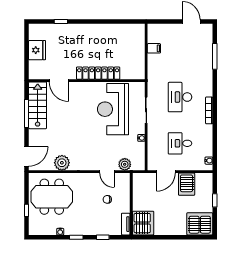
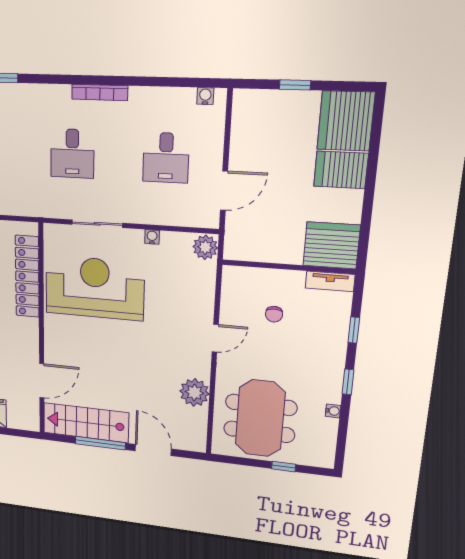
locker: (98, 73) -> (27, 277), moved
desk: (180, 97) -> (72, 154), width x0.73
reception desk: (113, 109) -> (95, 288), turned 180
door: (27, 156) -> (153, 450), moved
plant: (125, 164) -> (205, 247), moved
door: (107, 172) -> (215, 338), moved
door: (166, 172) -> (224, 191), hinge flipped
server rack: (187, 184) -> (341, 170), moved, turned 180

